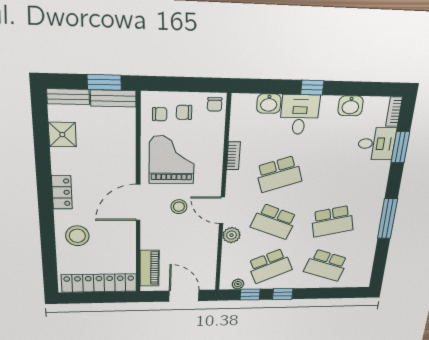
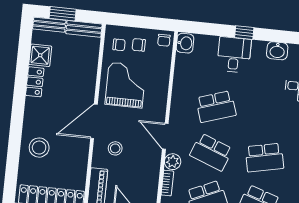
window: (104, 82) -> (63, 14), moved
washbasin: (269, 104) -> (185, 43), moved, turned -90
bookcase: (233, 156) -> (167, 183), moved
locker: (62, 192) -> (35, 82), moved
stool: (179, 207) -> (115, 148), moved

